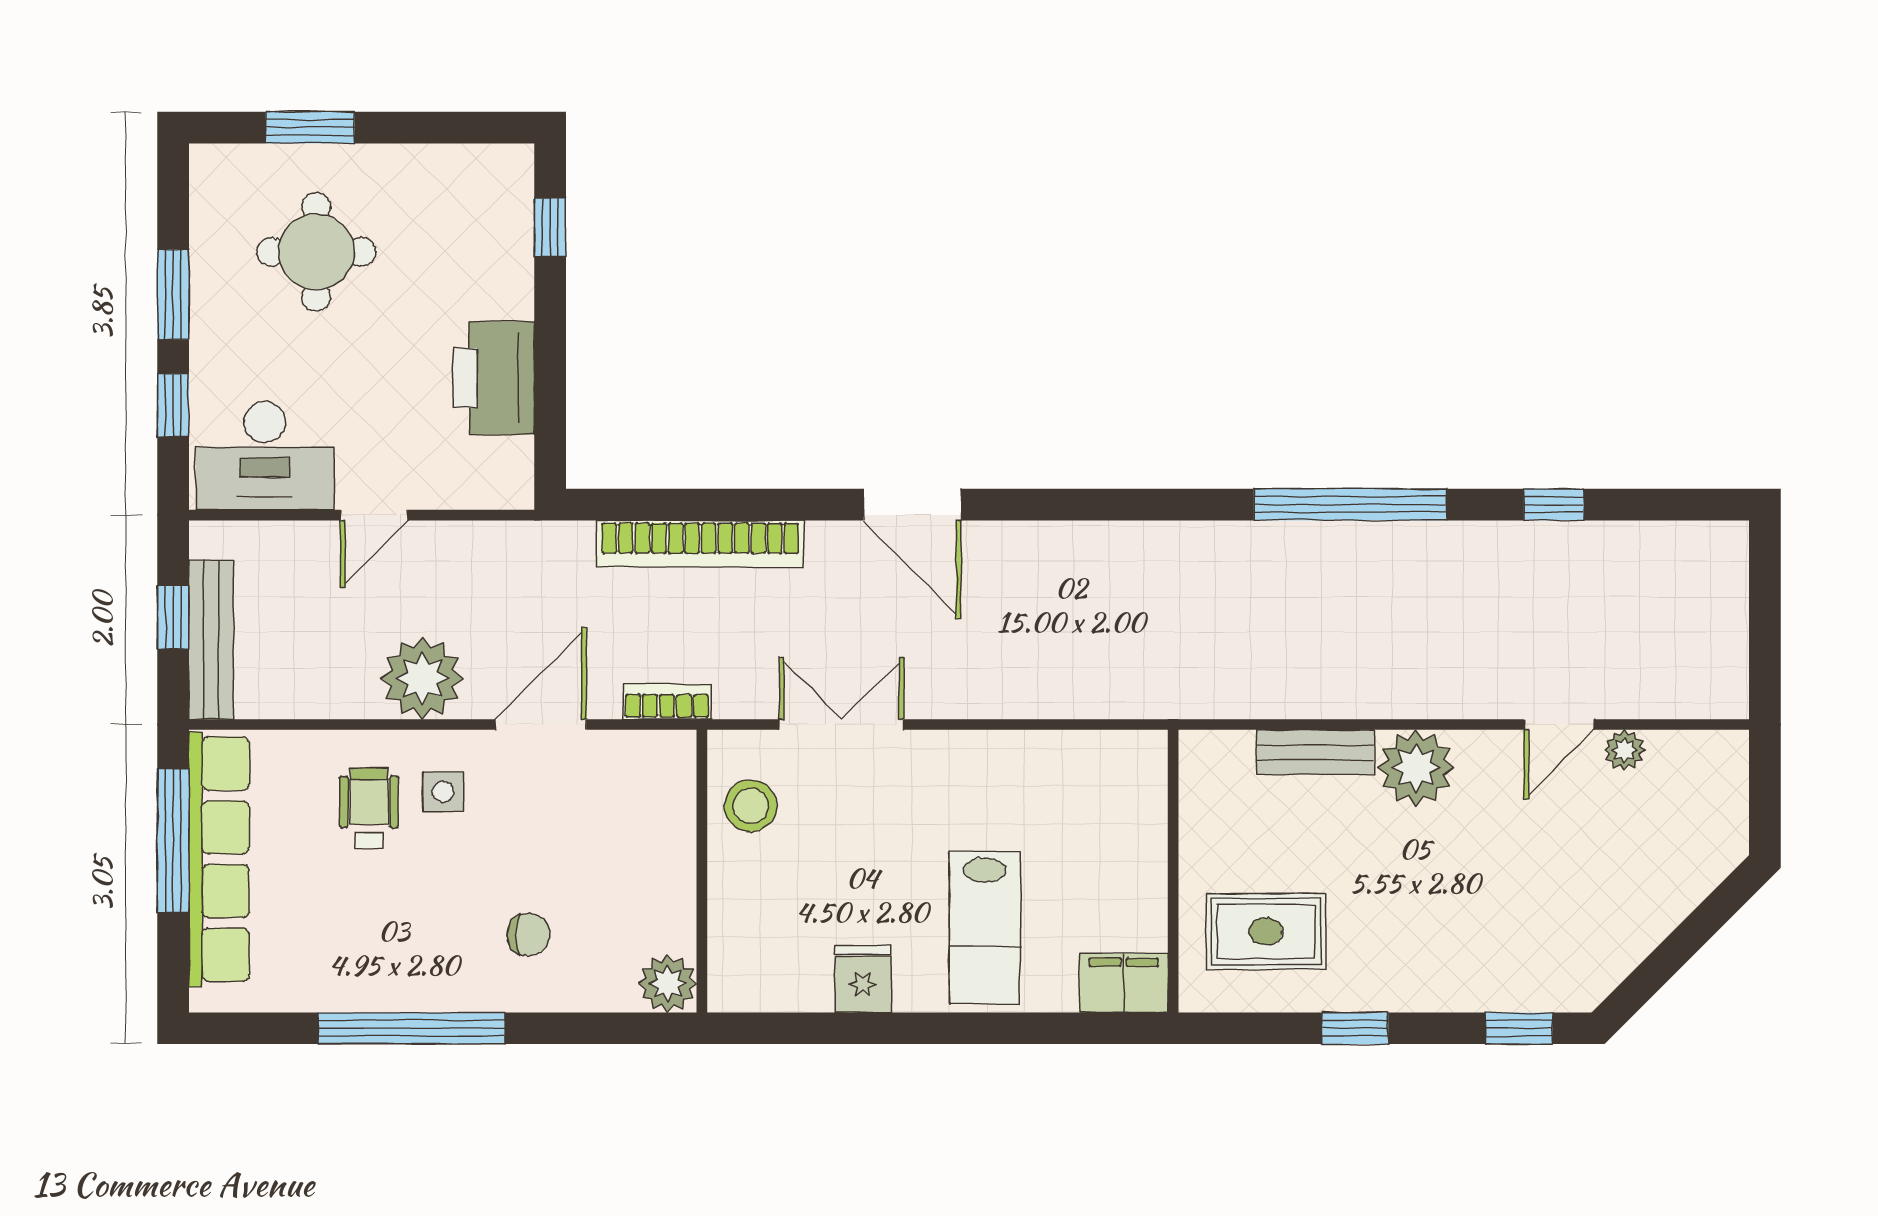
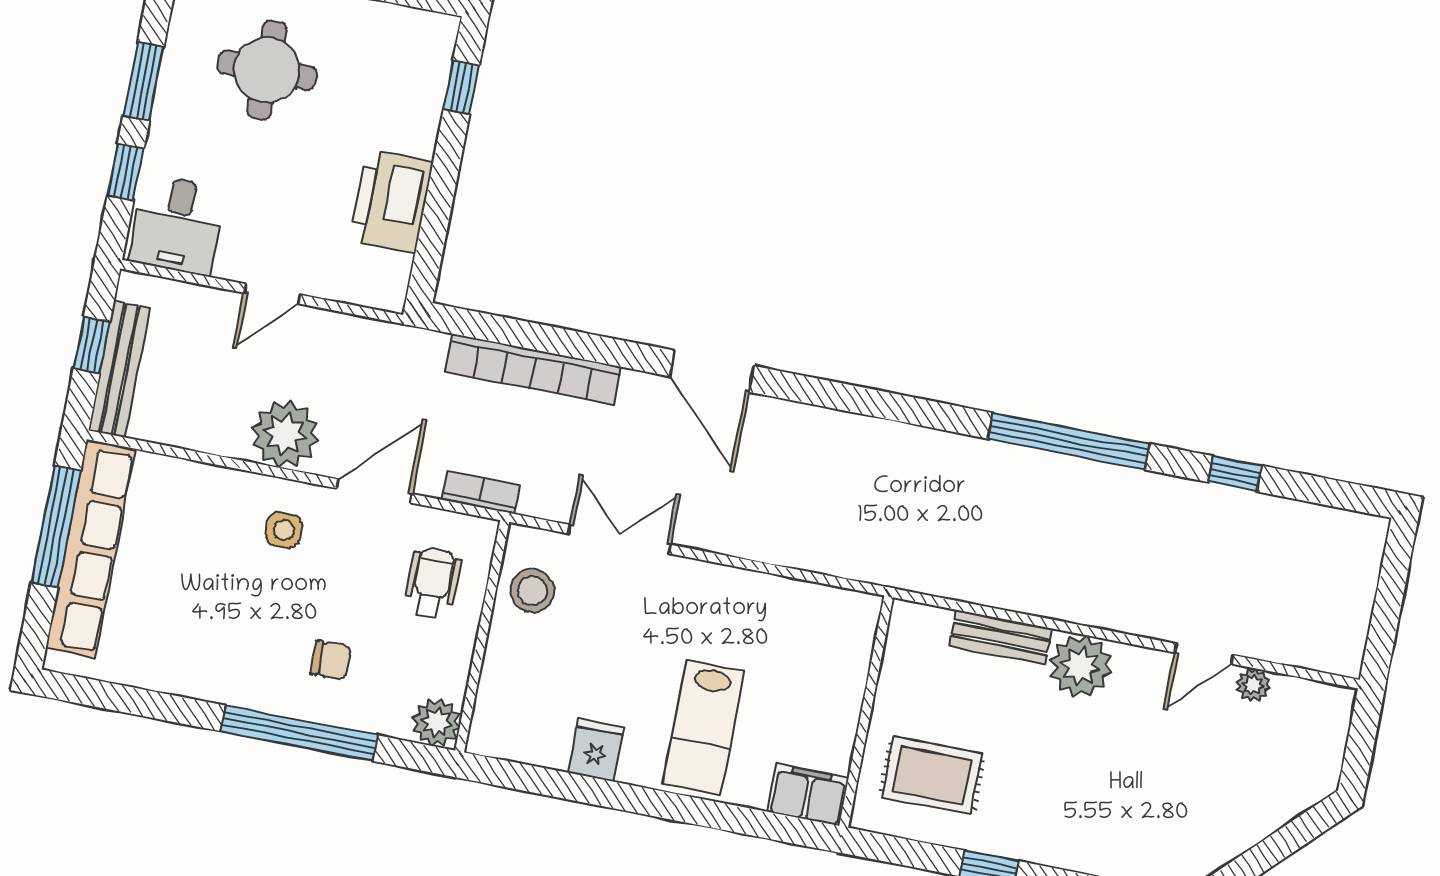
desk: (265, 456) -> (177, 225), width x0.73
wheelchair: (369, 808) -> (433, 583), moved
window: (411, 1028) -> (299, 733), moved

